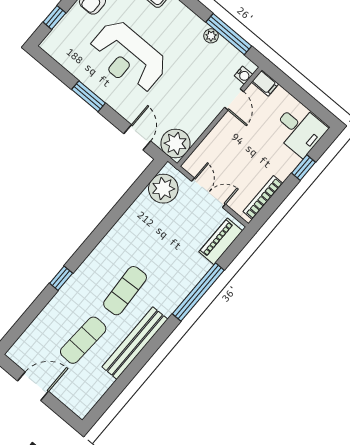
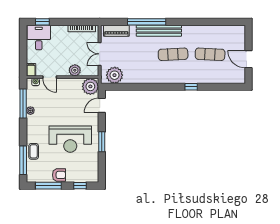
reception desk: (128, 57) -> (70, 139), turned 90
door: (234, 99) -> (50, 77), swing flipped
plant: (215, 141) -> (75, 70), added
window: (303, 168) -> (42, 22), moved
bench: (135, 343) -> (159, 31), moved

